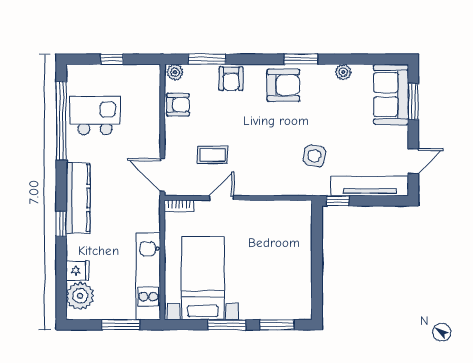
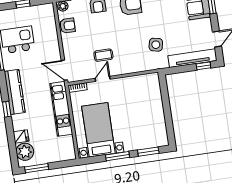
coffee table: (213, 155) -> (103, 55), moved
window: (338, 201) -> (203, 66), moved
kitchen unit: (148, 276) -> (61, 109), moved
window: (121, 325) -> (37, 168), moved

